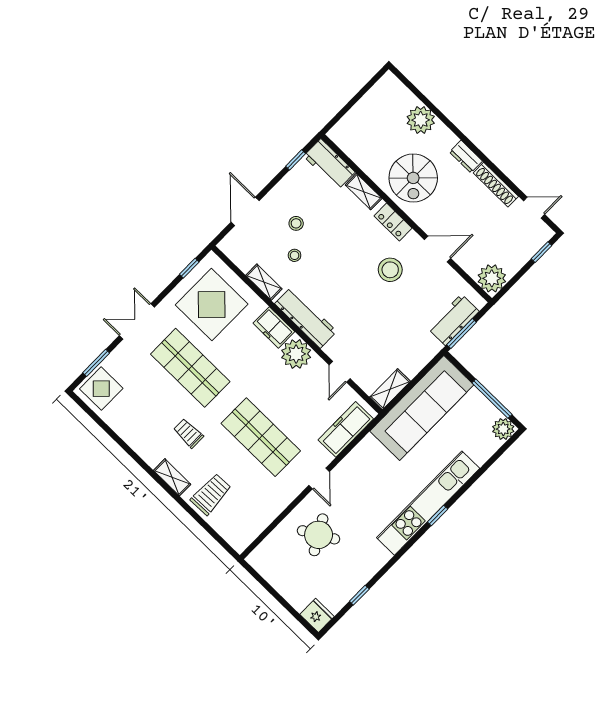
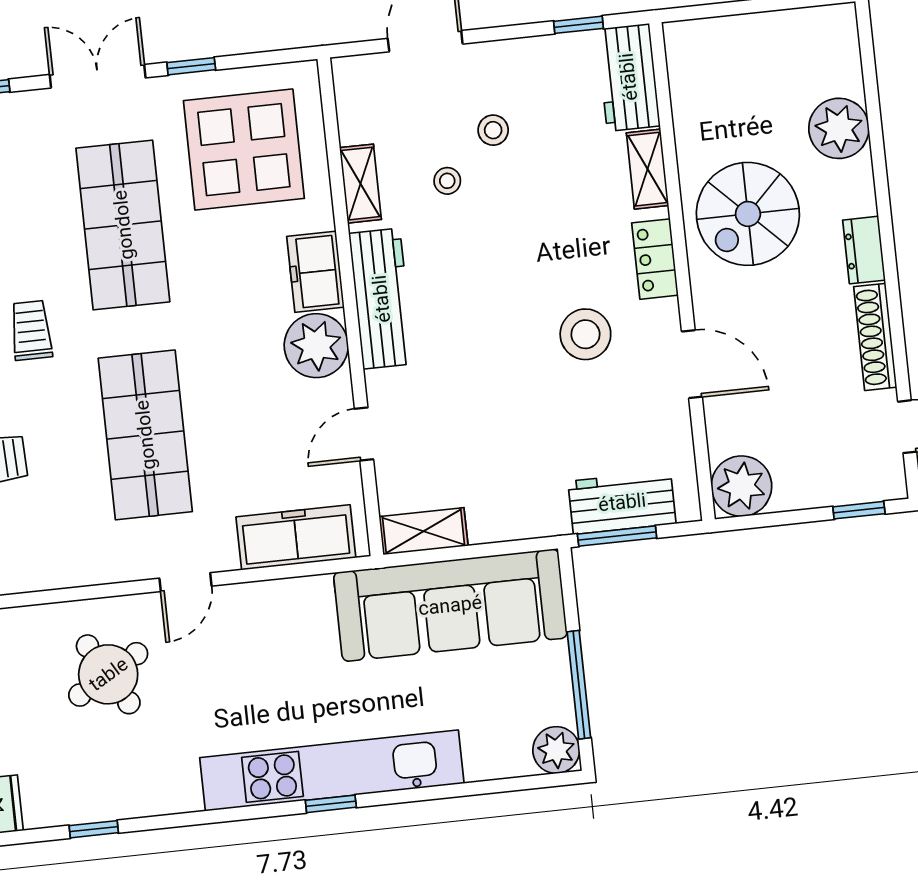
window: (189, 268) -> (191, 66), moved

